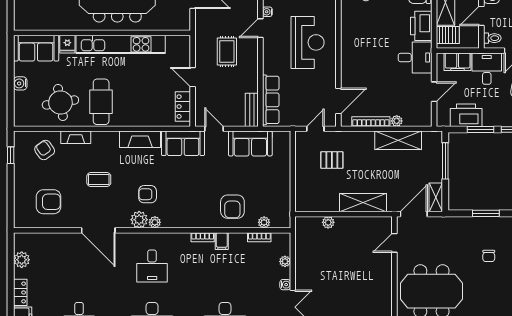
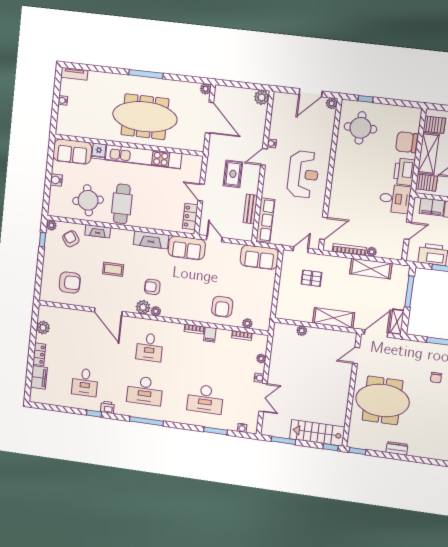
bench: (252, 110) -> (250, 209), moved
plant: (20, 137) -> (51, 225), added
sofa: (250, 143) -> (259, 257), moved

